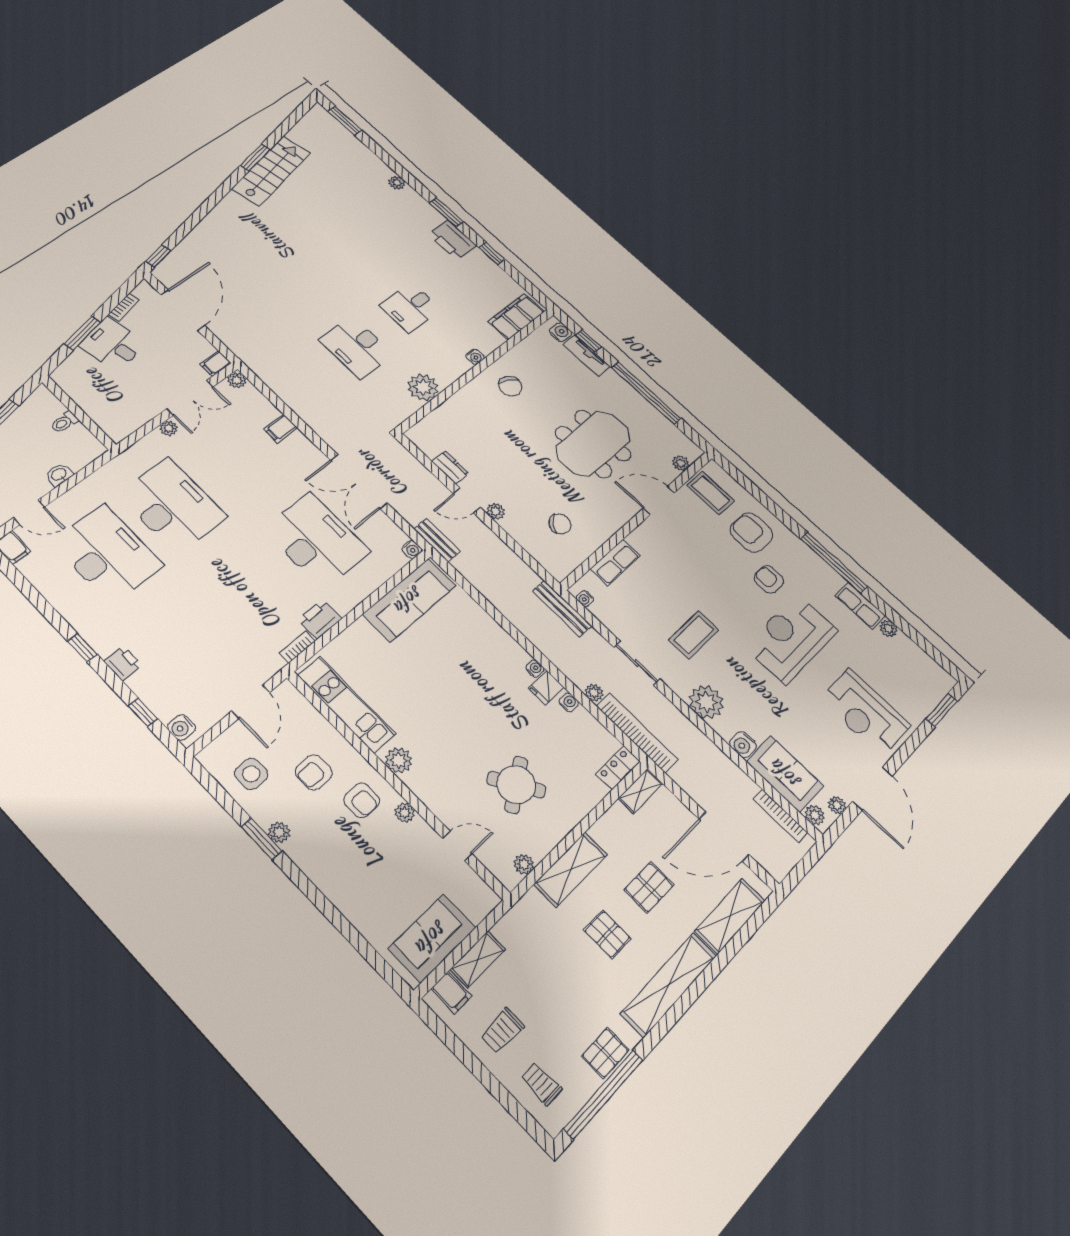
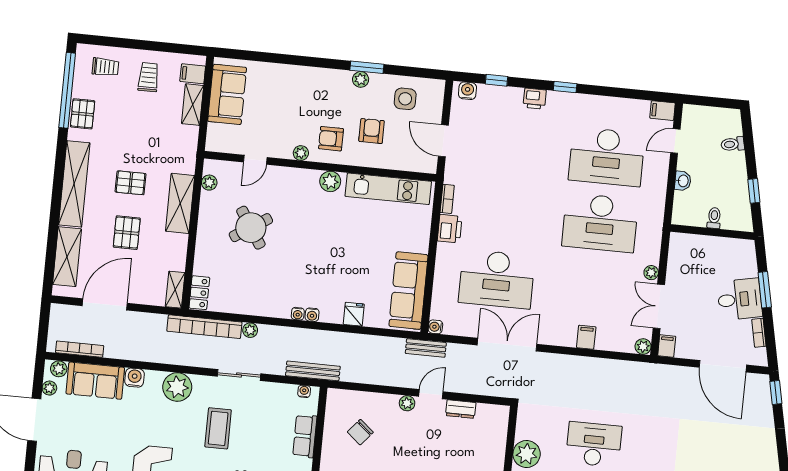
fridge: (546, 688) -> (354, 314), moved
water cooler: (569, 702) -> (312, 315), moved

